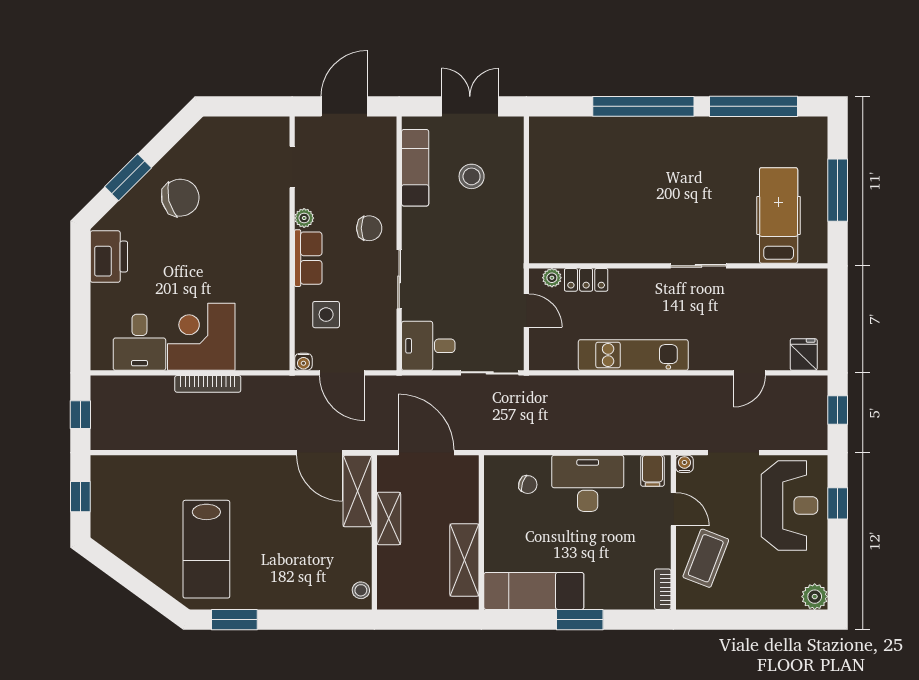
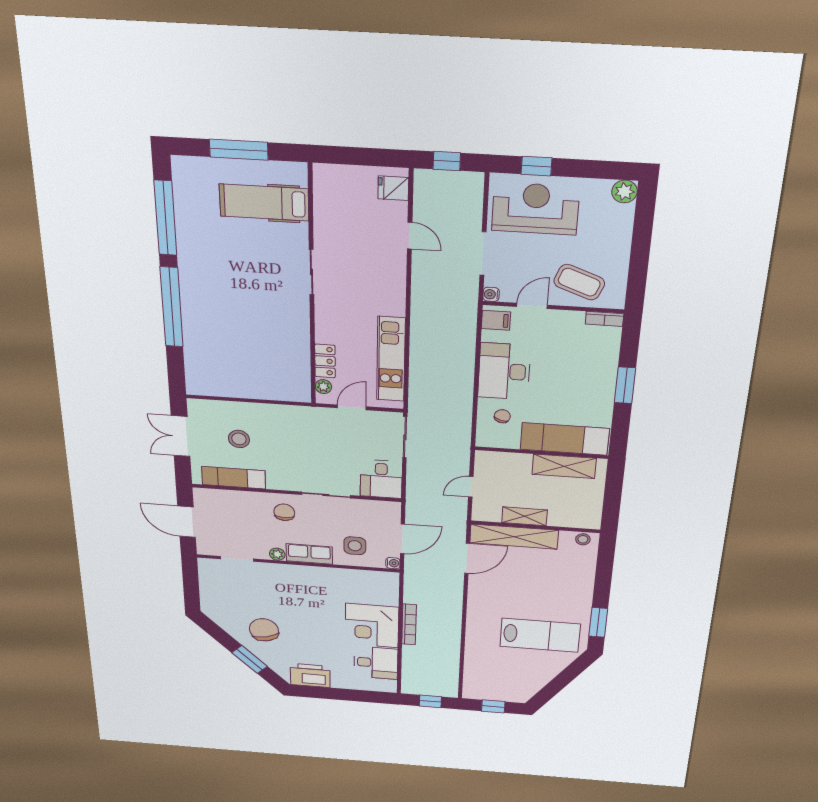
kitchen unit: (633, 355) -> (391, 359), moved
door: (426, 453) -> (471, 487), width x0.53
shelving: (357, 491) -> (514, 537), width x1.47
exam couch: (534, 591) -> (565, 439), moved, turned 90

